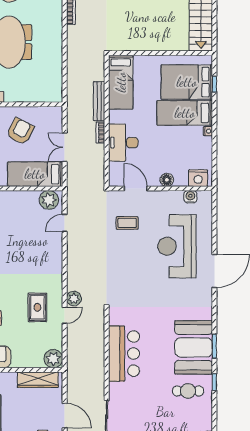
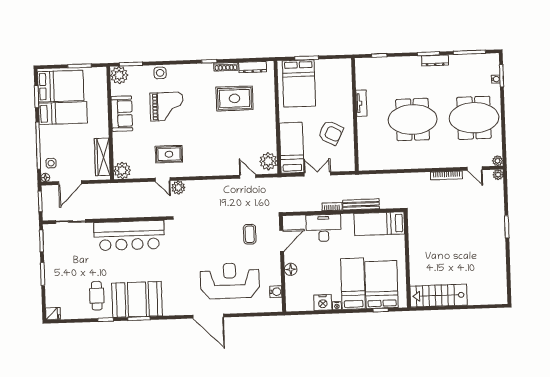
nightstand: (198, 178) -> (323, 302), moved, turned -90
bar counter: (124, 354) -> (129, 235), width x1.36

